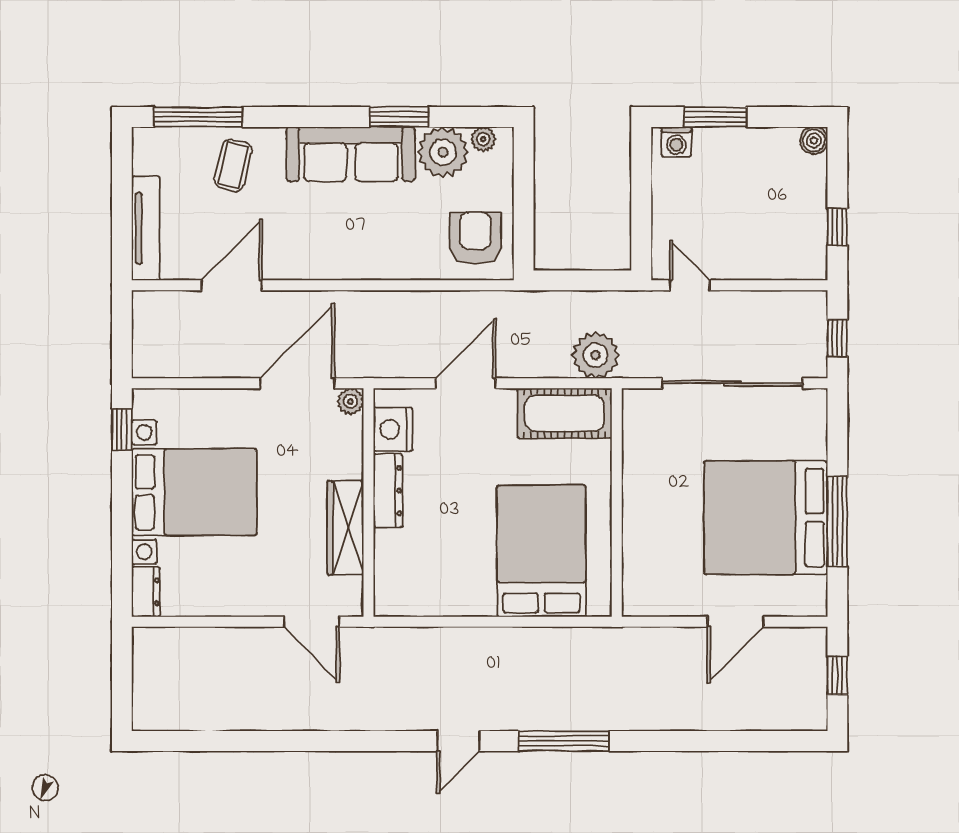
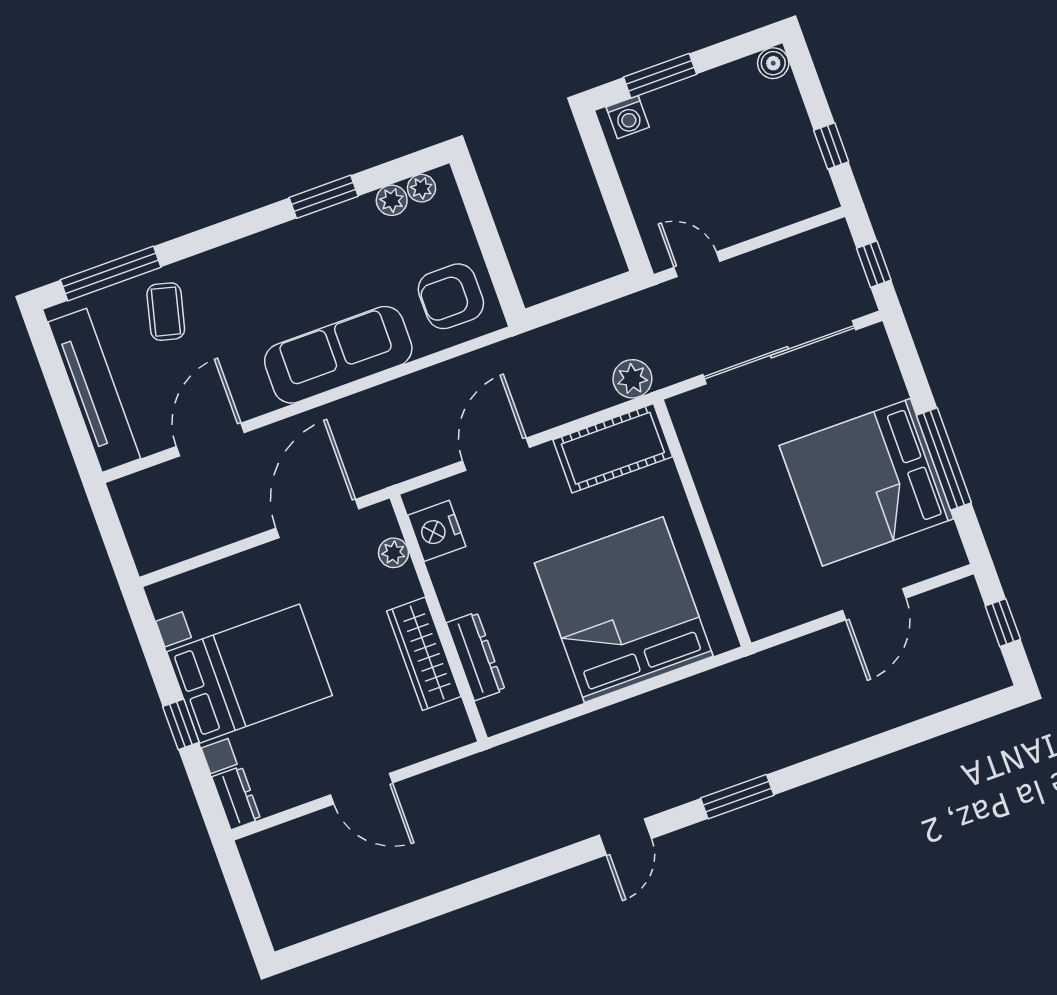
plant: (443, 152) -> (392, 200), width x0.53, depth x0.53
sofa: (351, 154) -> (338, 355), moved, turned 180
tv unit: (146, 228) -> (94, 390), width x1.36, depth x1.29
armchair: (475, 238) -> (451, 296), turned -90
plant: (596, 355) -> (632, 379), width x0.73, depth x0.73
plant: (350, 401) -> (393, 553), moved
window: (122, 429) -> (181, 724), moved
dresser: (388, 491) -> (476, 656), moved
bed: (541, 551) -> (624, 610), width x1.36
door: (312, 622) -> (361, 789), moved
window: (564, 741) -> (737, 797), width x0.69

